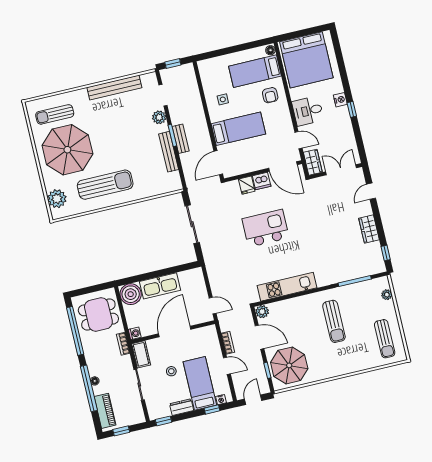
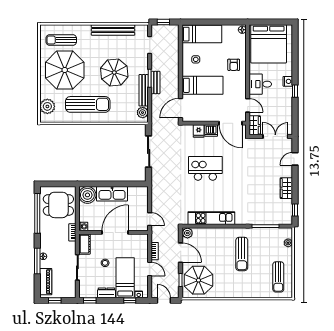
bed: (255, 71) -> (202, 34), moved, turned 180
plant: (159, 117) -> (143, 113), moved
parasol: (128, 138) -> (114, 72), added
window: (89, 388) -> (37, 261), width x0.68
door: (253, 400) -> (164, 300), hinge flipped

